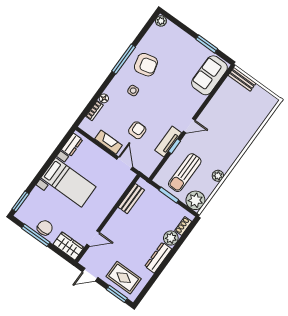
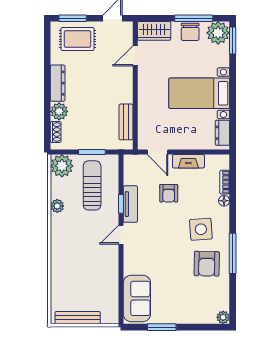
armchair: (146, 65) -> (207, 264), turned -75
bench: (242, 79) -> (78, 318), moved, width x1.36
side table: (133, 91) -> (201, 229), width x1.87, depth x1.87
plant: (27, 214) -> (218, 33), added

